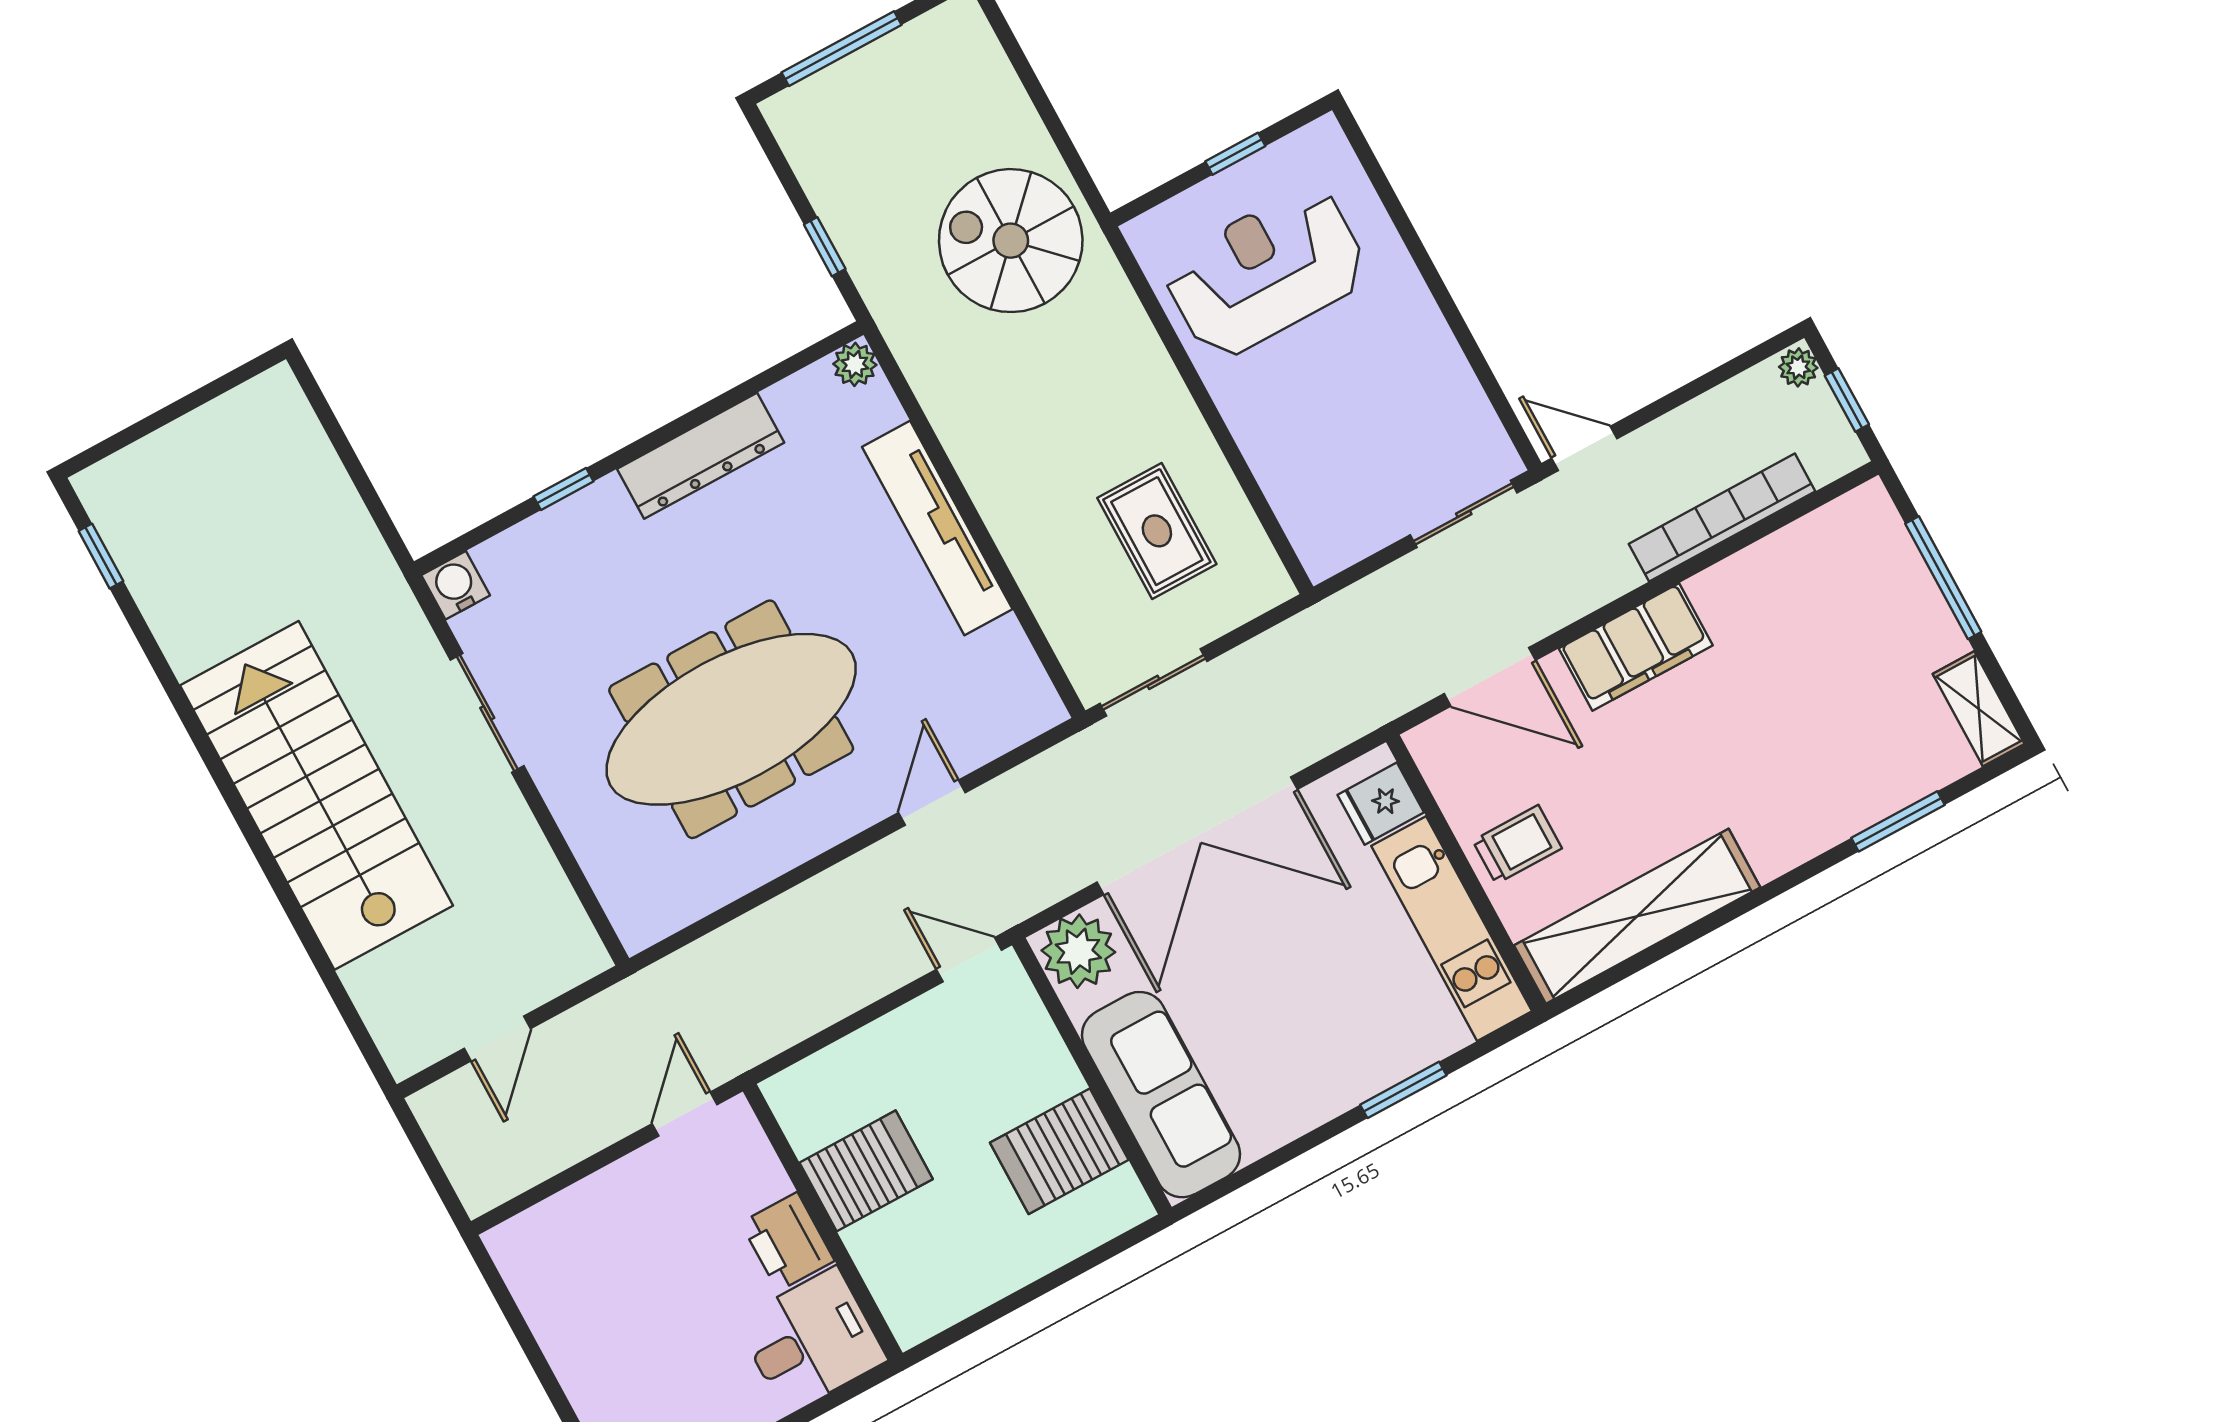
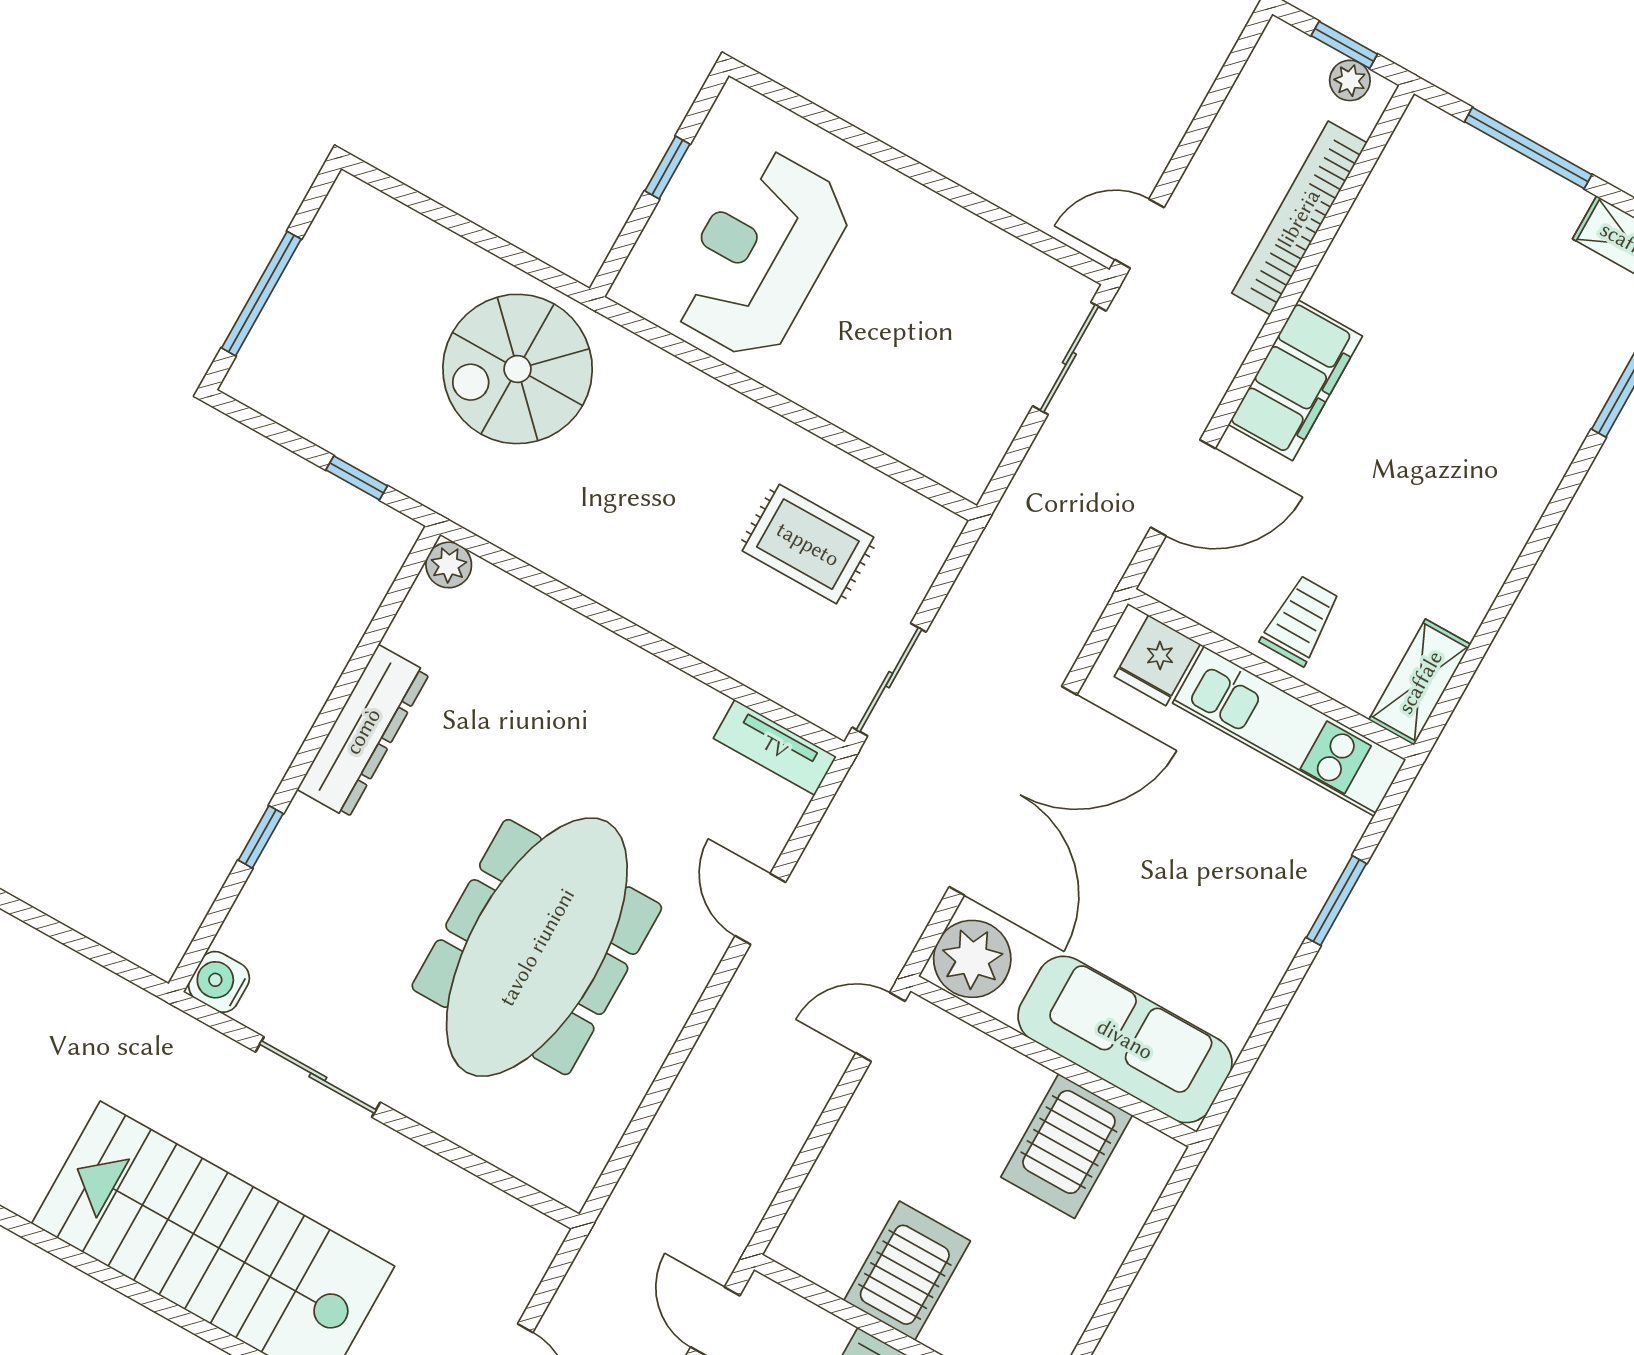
plant: (1798, 367) -> (1350, 80), moved
tv unit: (937, 528) -> (775, 747), moved, width x0.52, depth x0.78
shelving: (1637, 916) -> (1420, 682), width x0.45, depth x0.75

